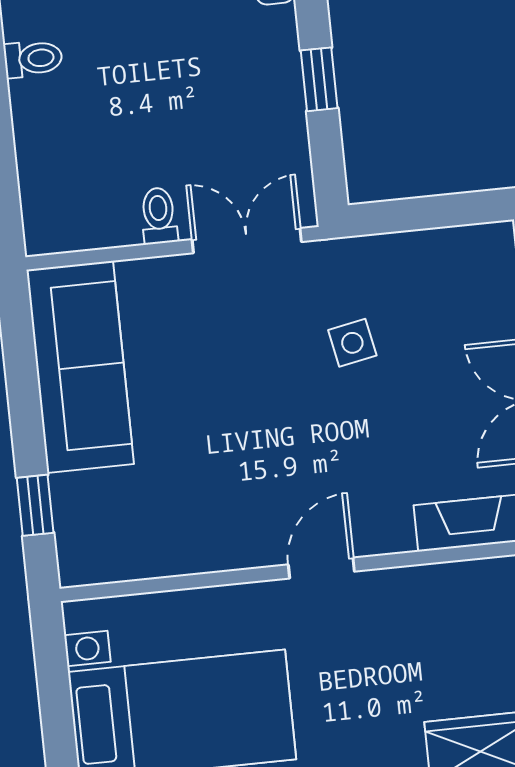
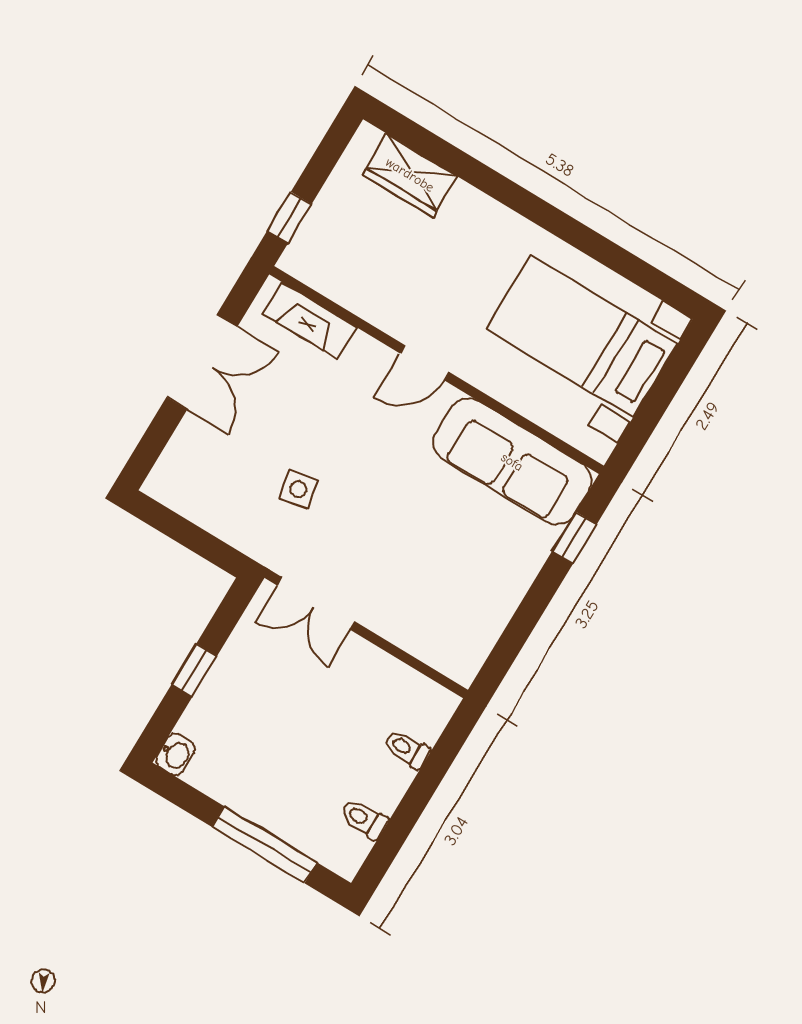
toilet: (159, 216) -> (407, 749), moved, turned 90
sofa: (80, 367) -> (512, 462), moved, turned -90

